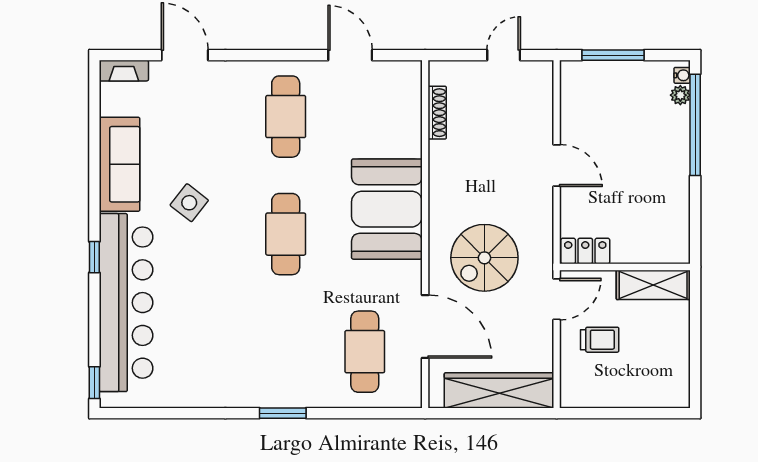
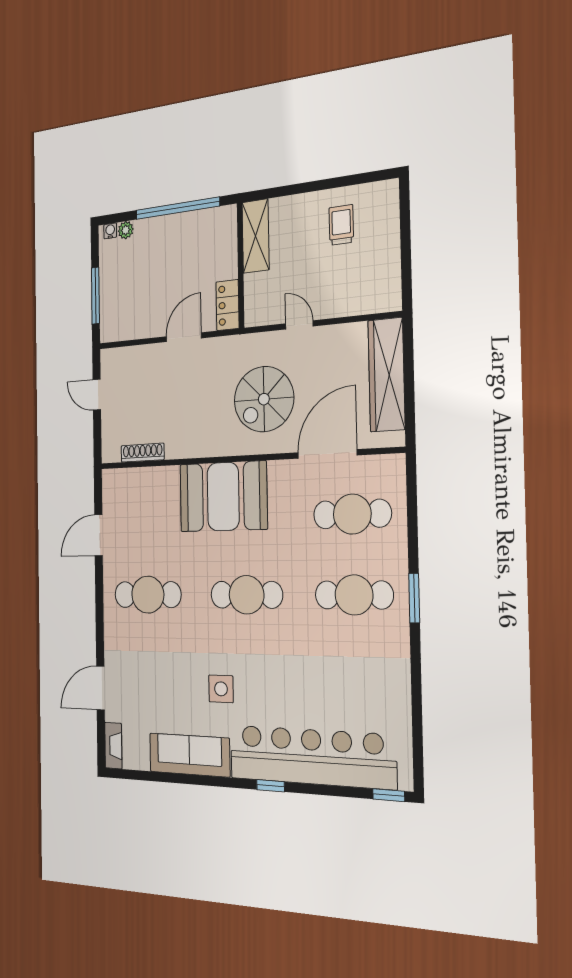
window: (695, 125) -> (177, 208), moved
side table: (189, 203) -> (221, 689), turned -38
locker: (585, 251) -> (228, 305), moved
spiral stairs: (484, 258) -> (264, 399), turned 90
wall: (625, 267) -> (241, 265), moved
shelving: (653, 285) -> (256, 236), moved
door: (557, 299) -> (299, 325), width x0.73
trolley: (600, 340) -> (341, 225), moved
cafe table: (286, 352) -> (354, 595), added

